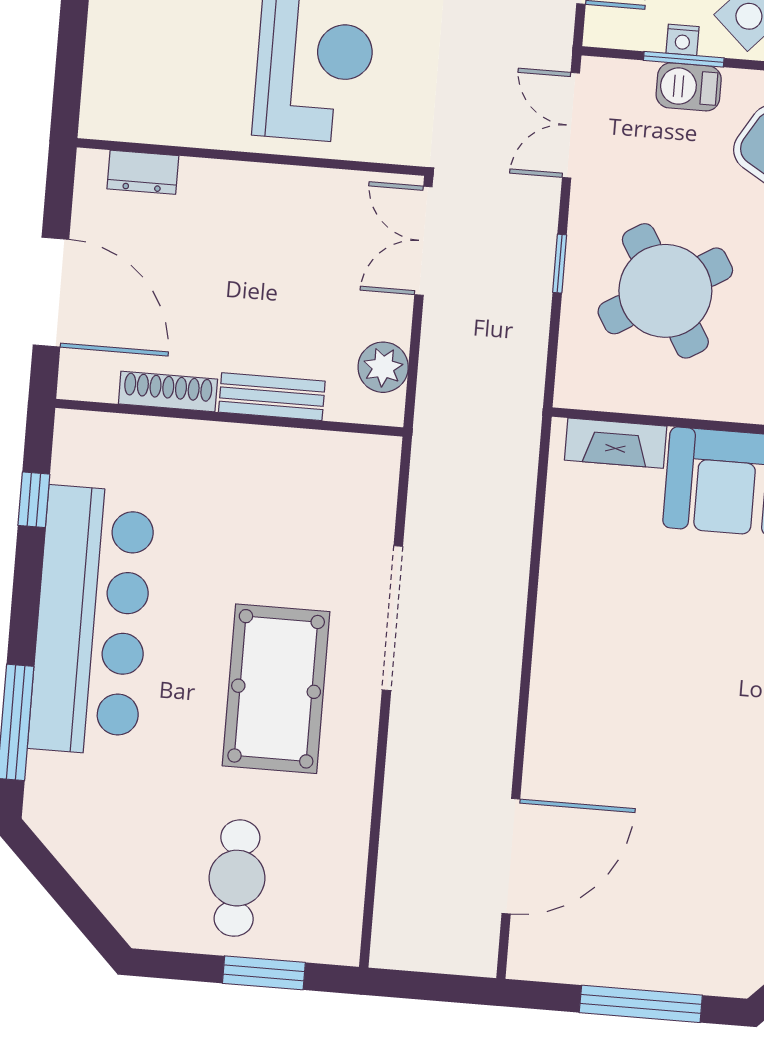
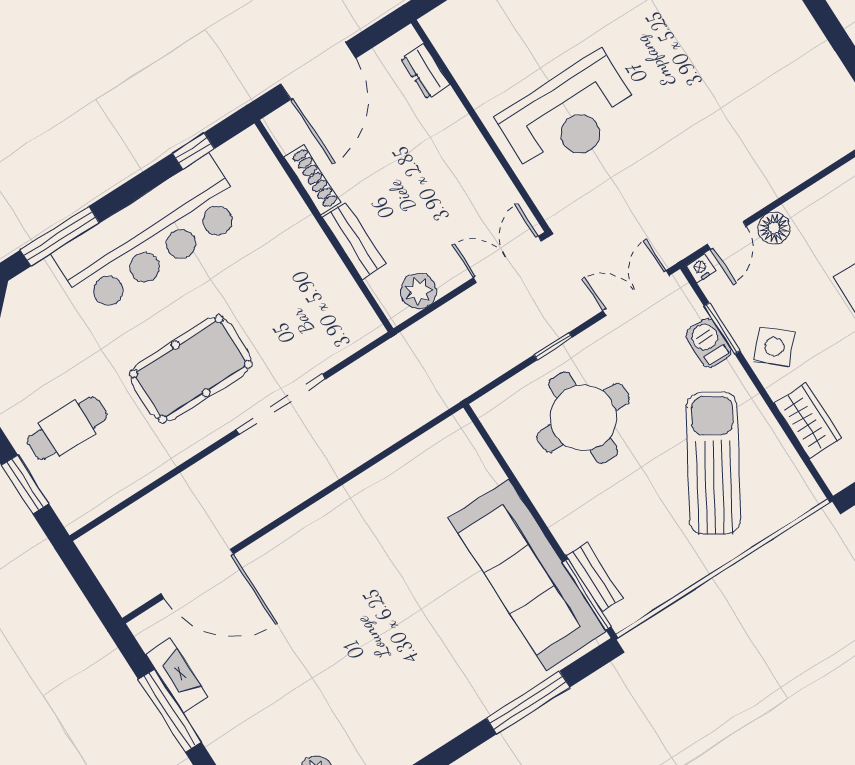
nightstand: (683, 40) -> (700, 268), moved, turned 90
round table: (665, 291) -> (583, 418), turned 31
fireplace: (616, 443) -> (177, 676), moved, turned 180

